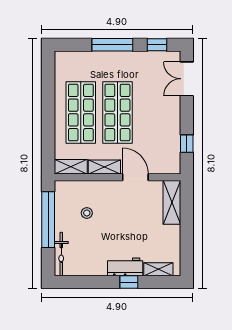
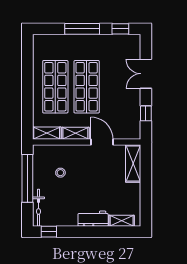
double door: (187, 79) -> (146, 74), moved
window: (129, 282) -> (49, 232), moved

